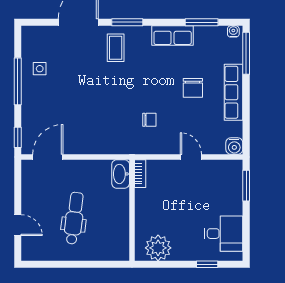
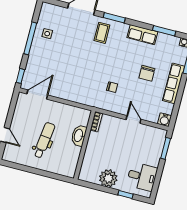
washbasin: (121, 174) -> (79, 136), moved
plant: (158, 248) -> (108, 178), moved

